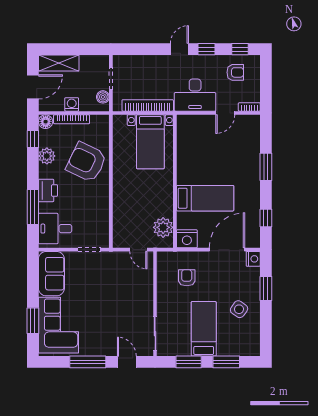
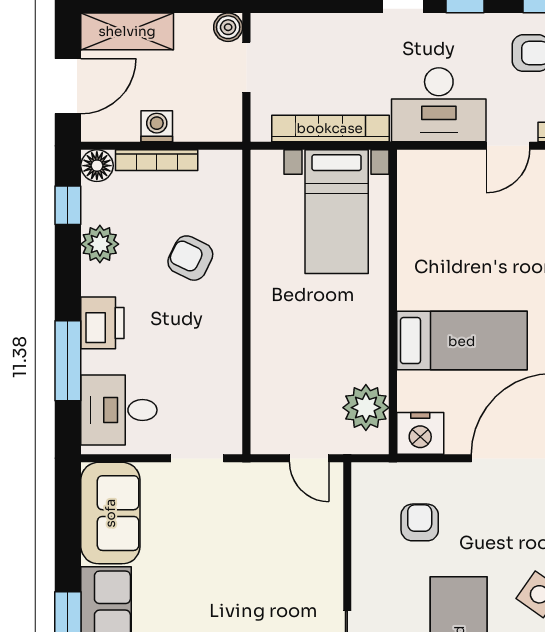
boiler: (103, 97) -> (228, 27), moved
armchair: (86, 162) -> (190, 258), width x0.53, depth x0.53

